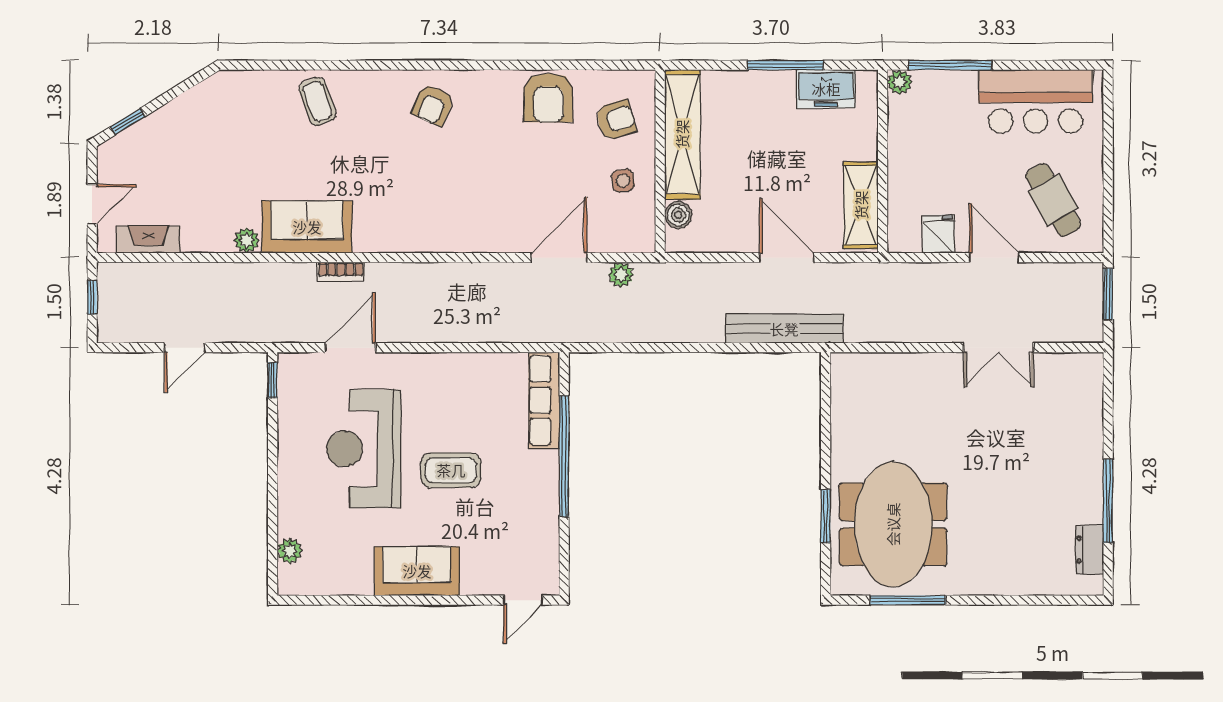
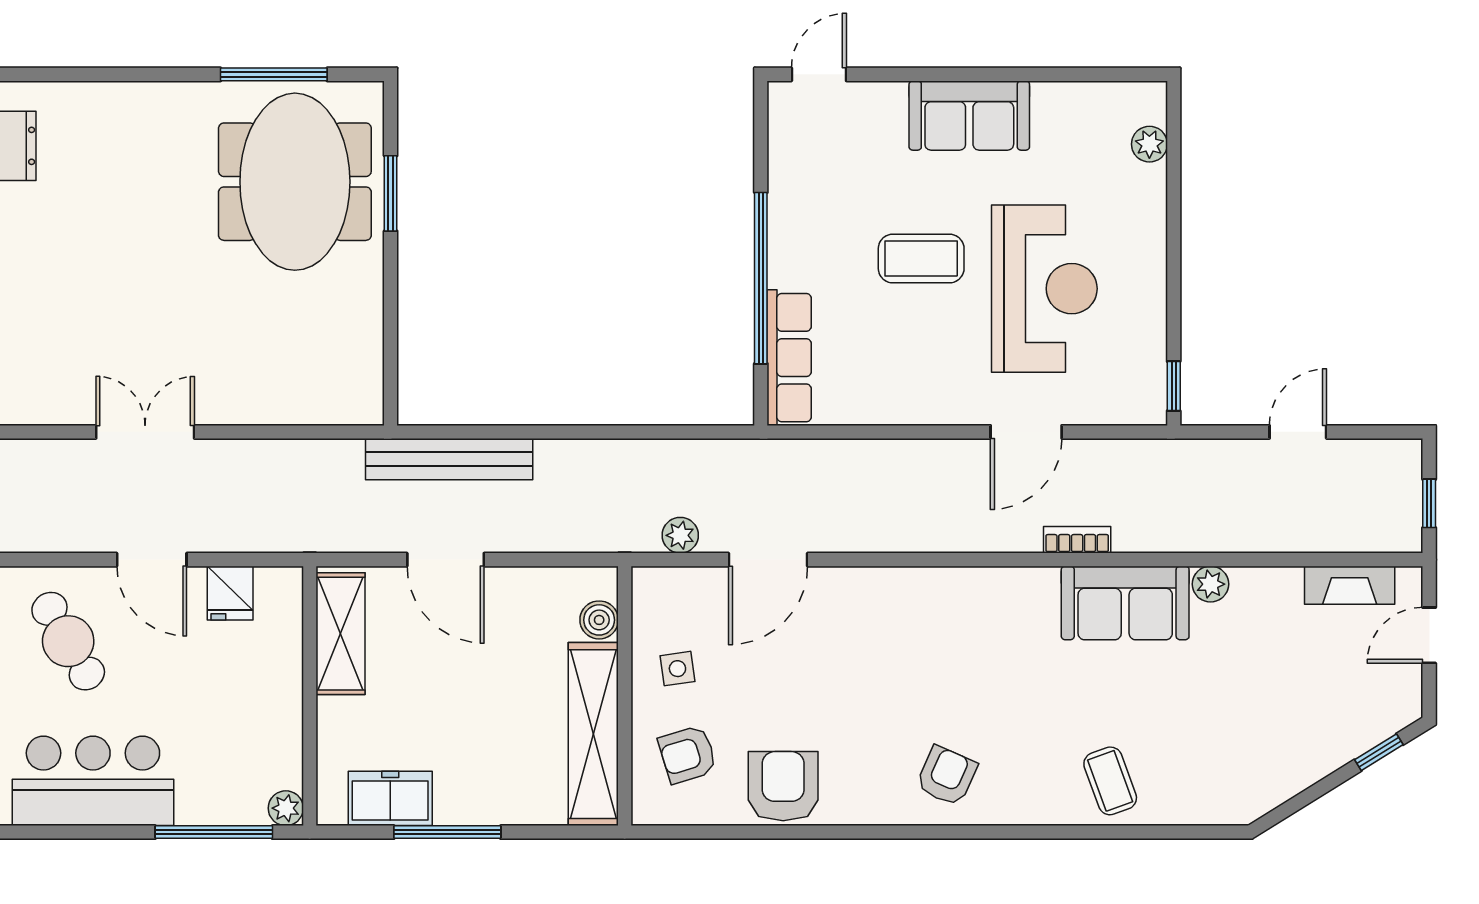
door: (350, 348) -> (1026, 432), moved

